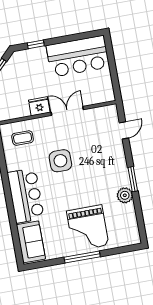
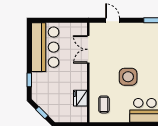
fridge: (39, 106) -> (80, 98), moved
double door: (67, 111) -> (88, 49), moved

